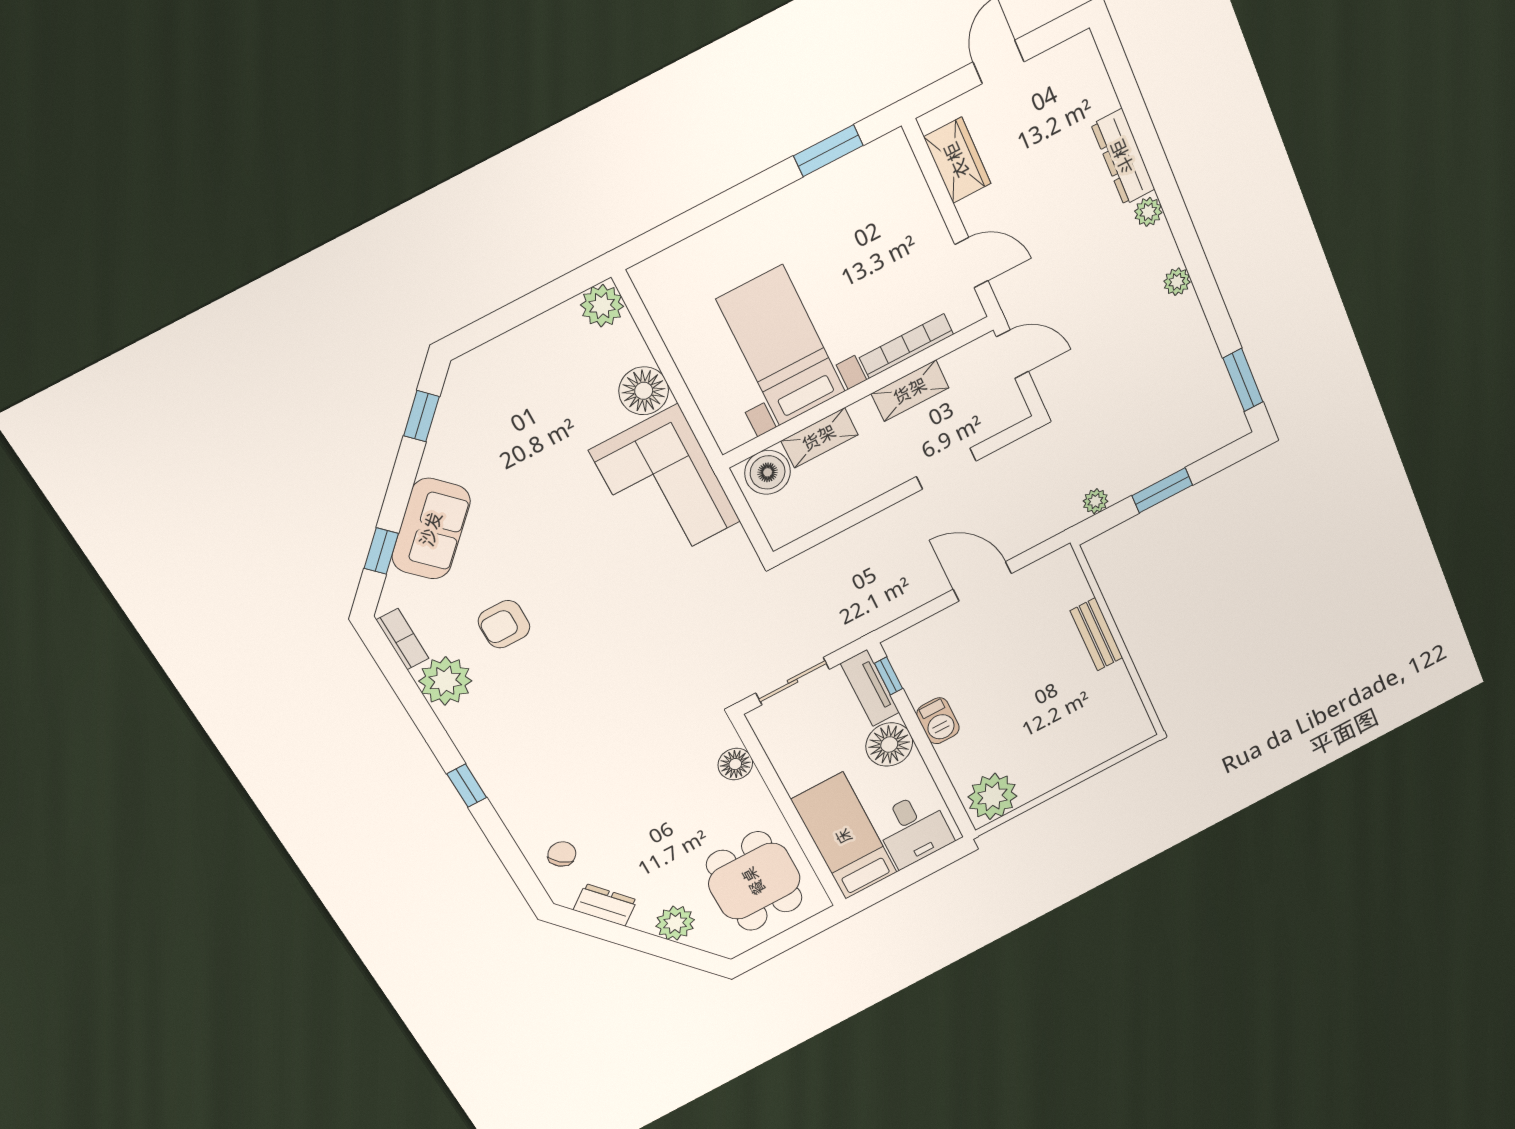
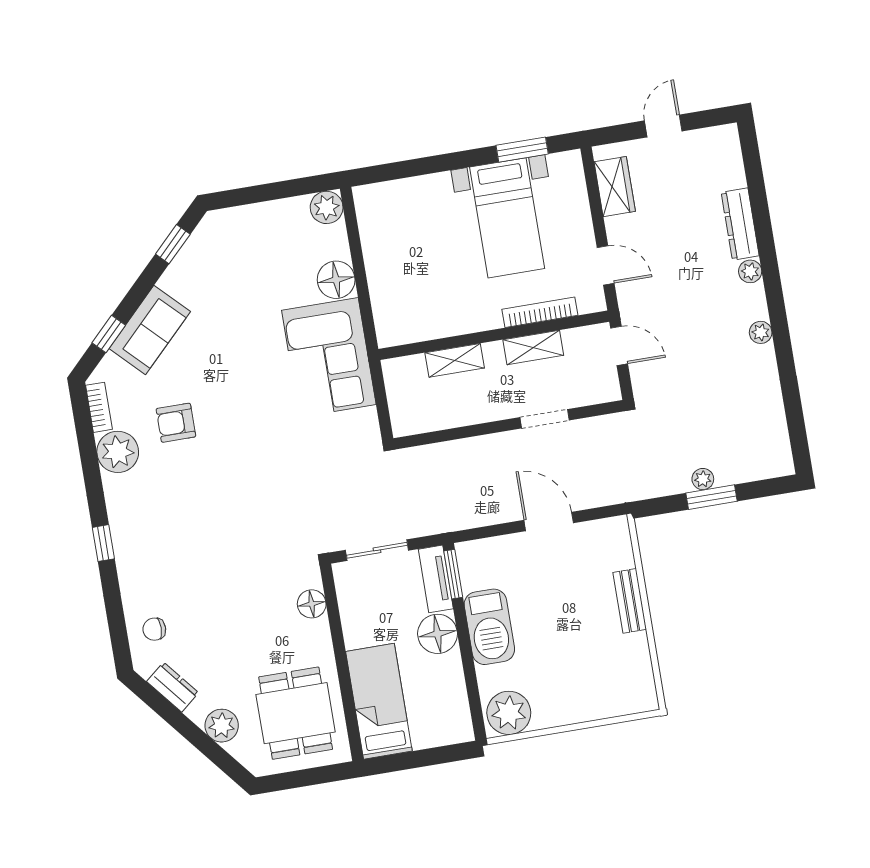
bed with nightstands: (781, 346) -> (507, 218), moved, turned 180
window: (1243, 380) -> (797, 429), removed
boiler: (768, 472) -> (408, 374), removed
plant: (1095, 501) -> (703, 479), moved
window: (889, 676) -> (453, 574), width x1.50
barbecue: (938, 721) -> (489, 627), width x1.88, depth x1.53
desk: (914, 829) -> (436, 717), removed
chair: (562, 854) -> (154, 629), turned -132

